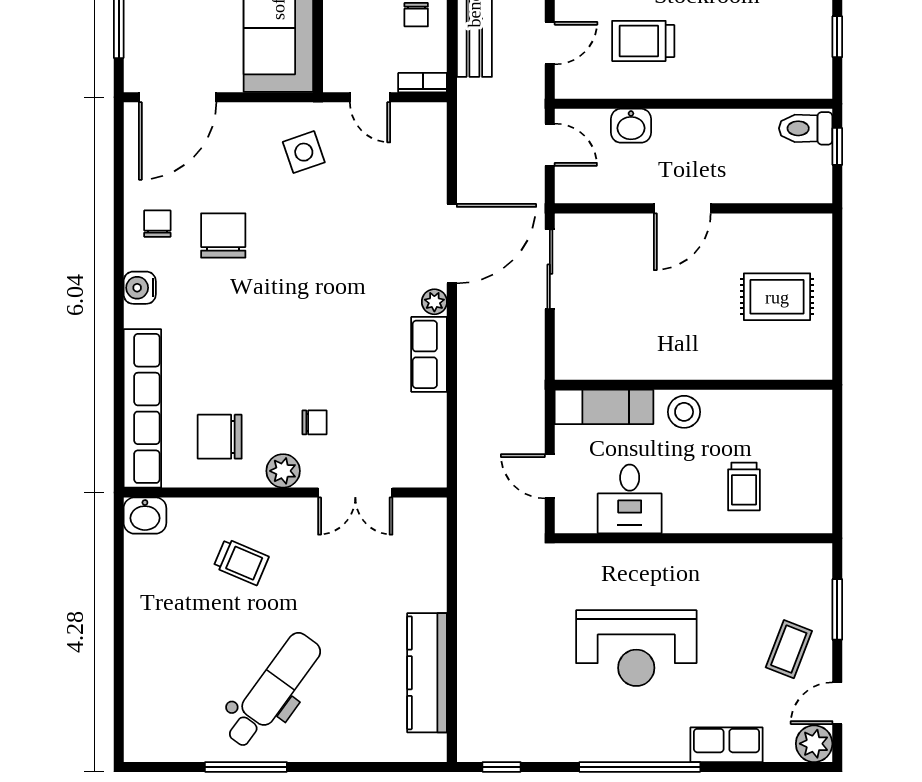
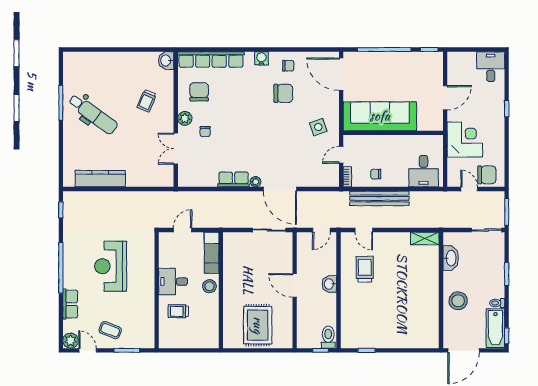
washbasin: (631, 126) -> (329, 284), moved
rug: (777, 297) -> (258, 325), width x1.36, depth x1.43
desk: (630, 499) -> (173, 282), moved

